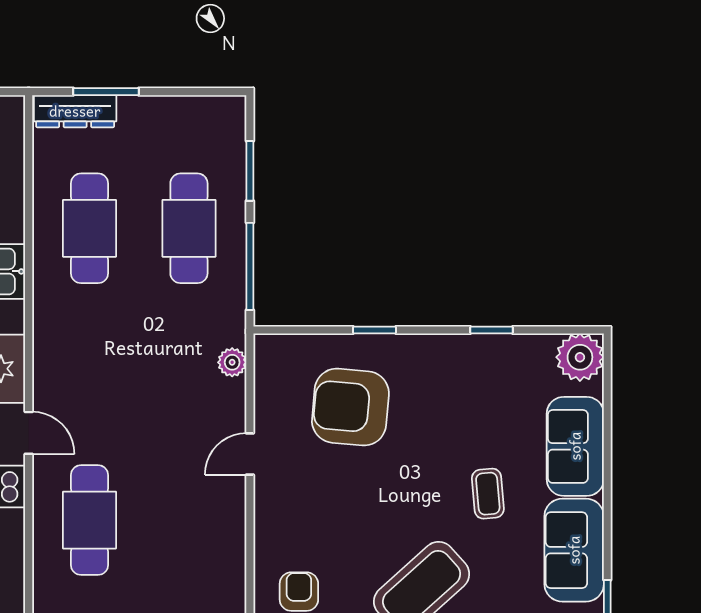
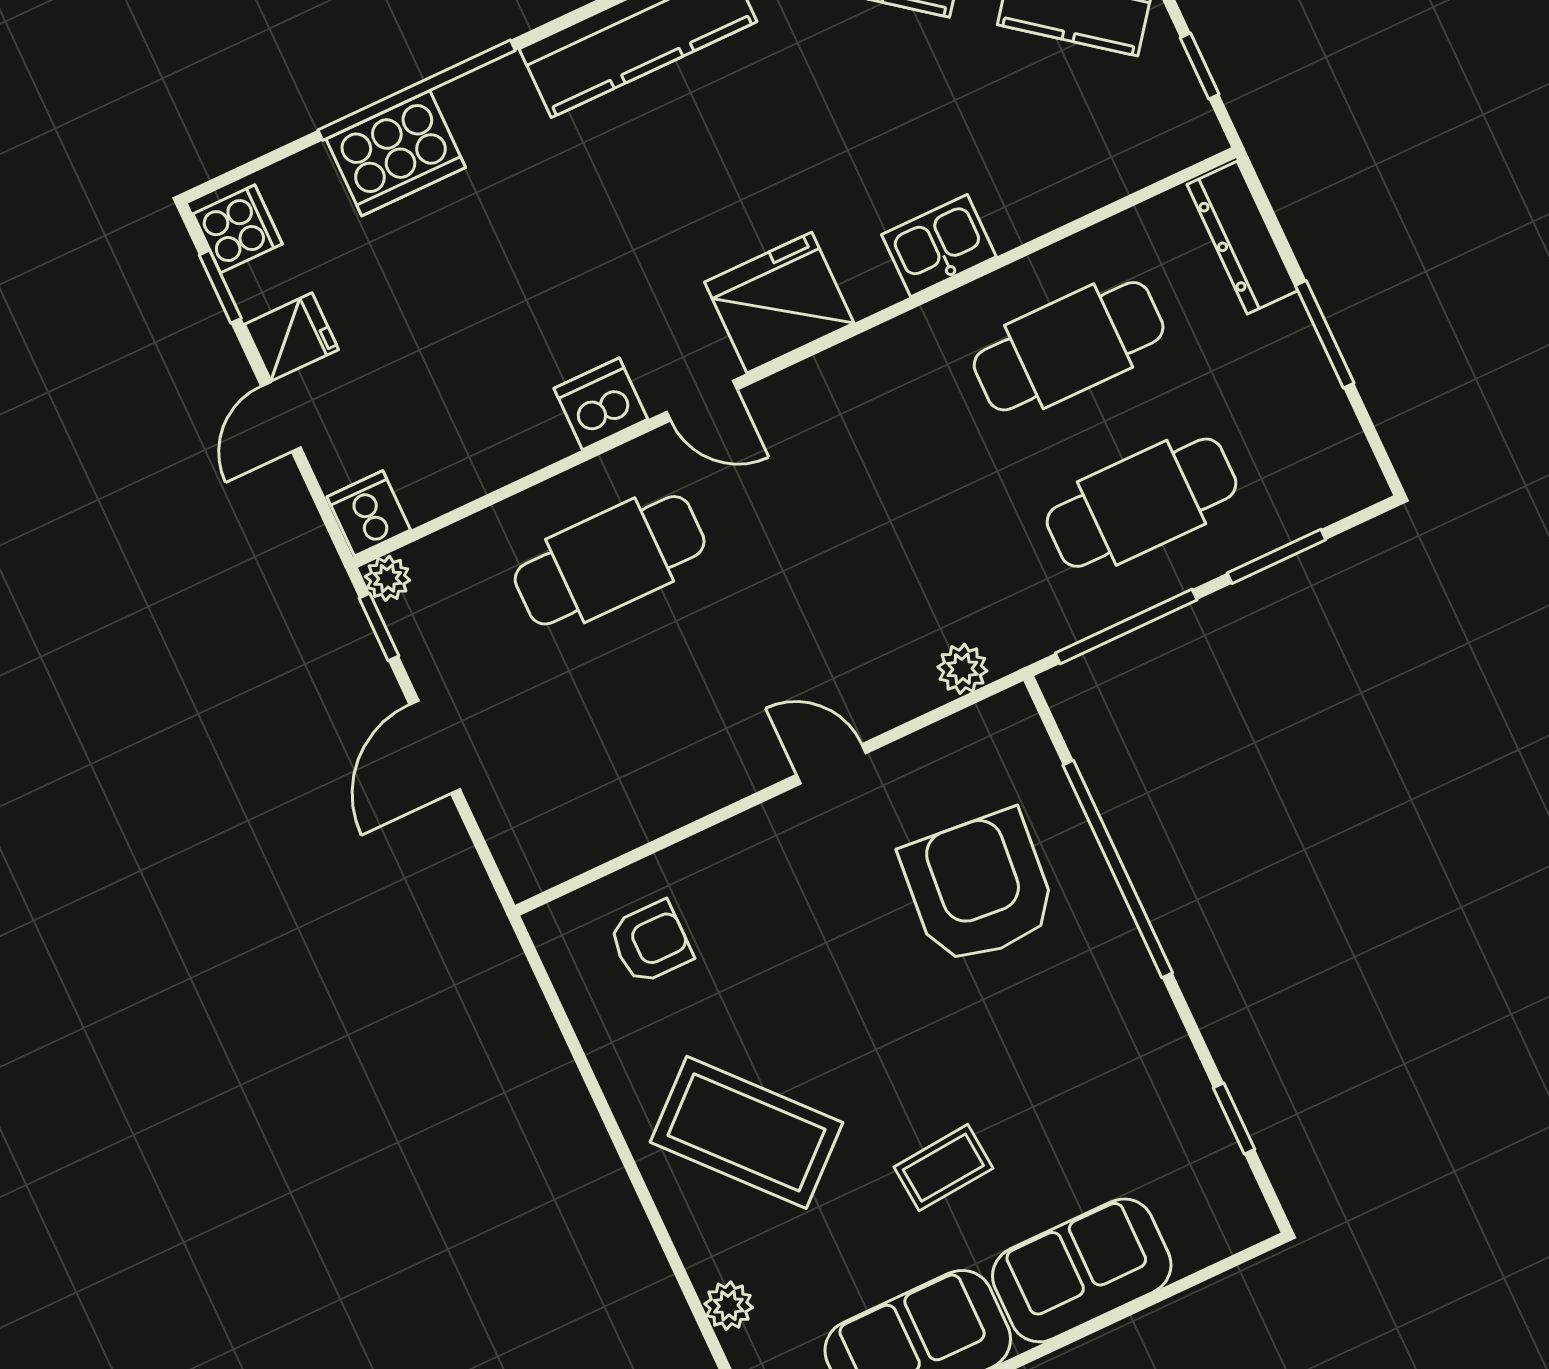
window: (106, 92) -> (1325, 334), moved
window: (374, 330) -> (1118, 869), width x3.17
window: (492, 330) -> (1234, 1118), moved
plant: (580, 357) -> (1226, 1212), removed
door: (29, 433) -> (702, 401), hinge flipped

